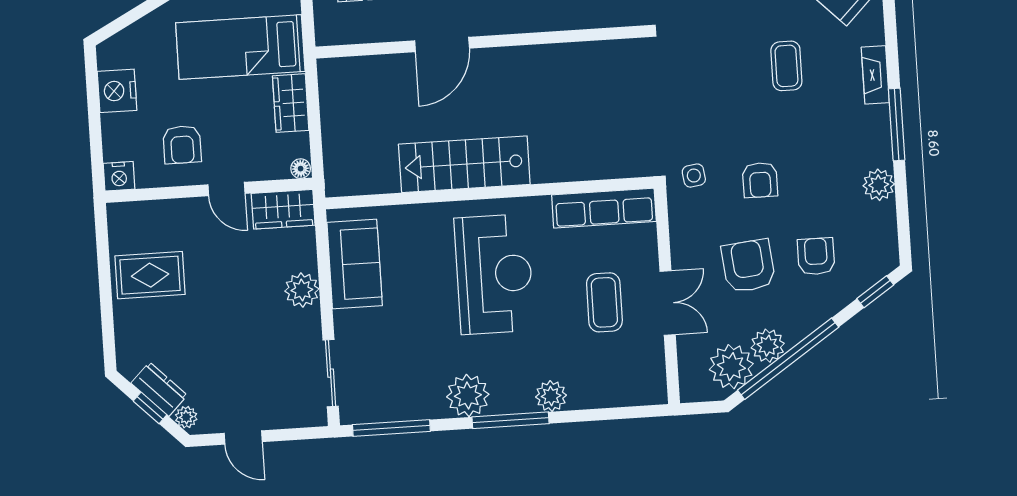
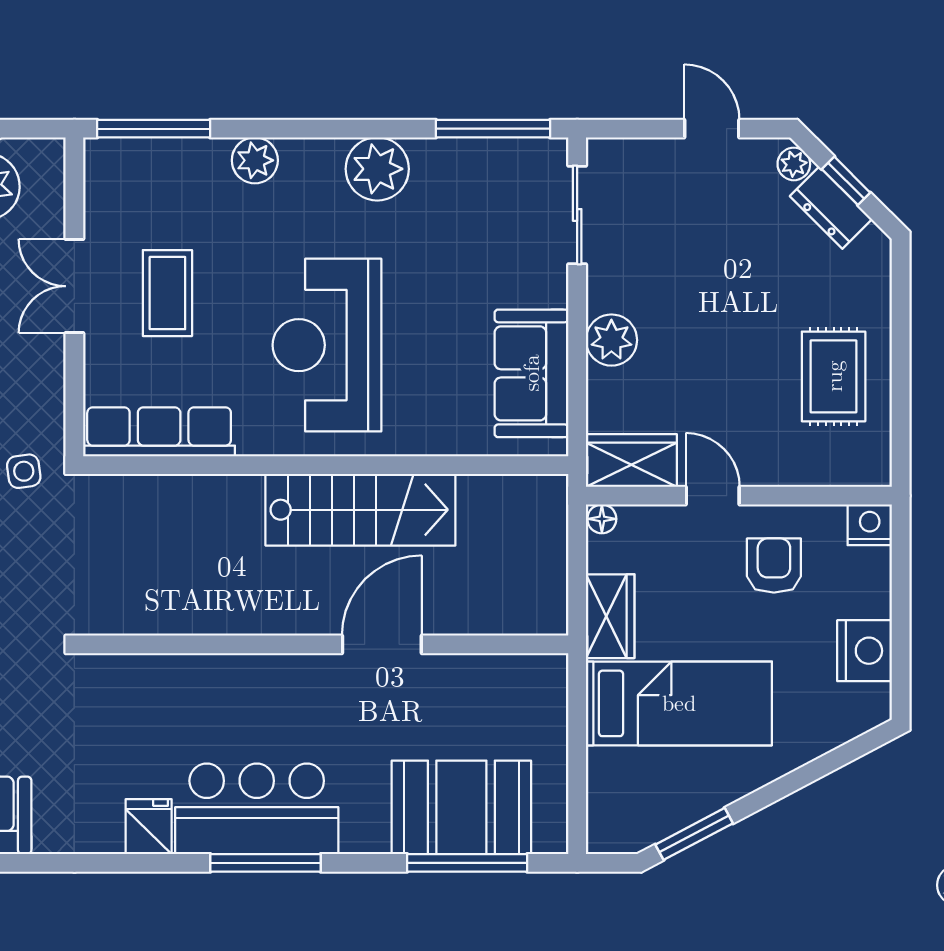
wall: (480, 42) -> (326, 644), moved
door: (442, 44) -> (382, 644), moved
rug: (150, 275) -> (834, 376), turned 90
window: (511, 420) -> (154, 129), moved

